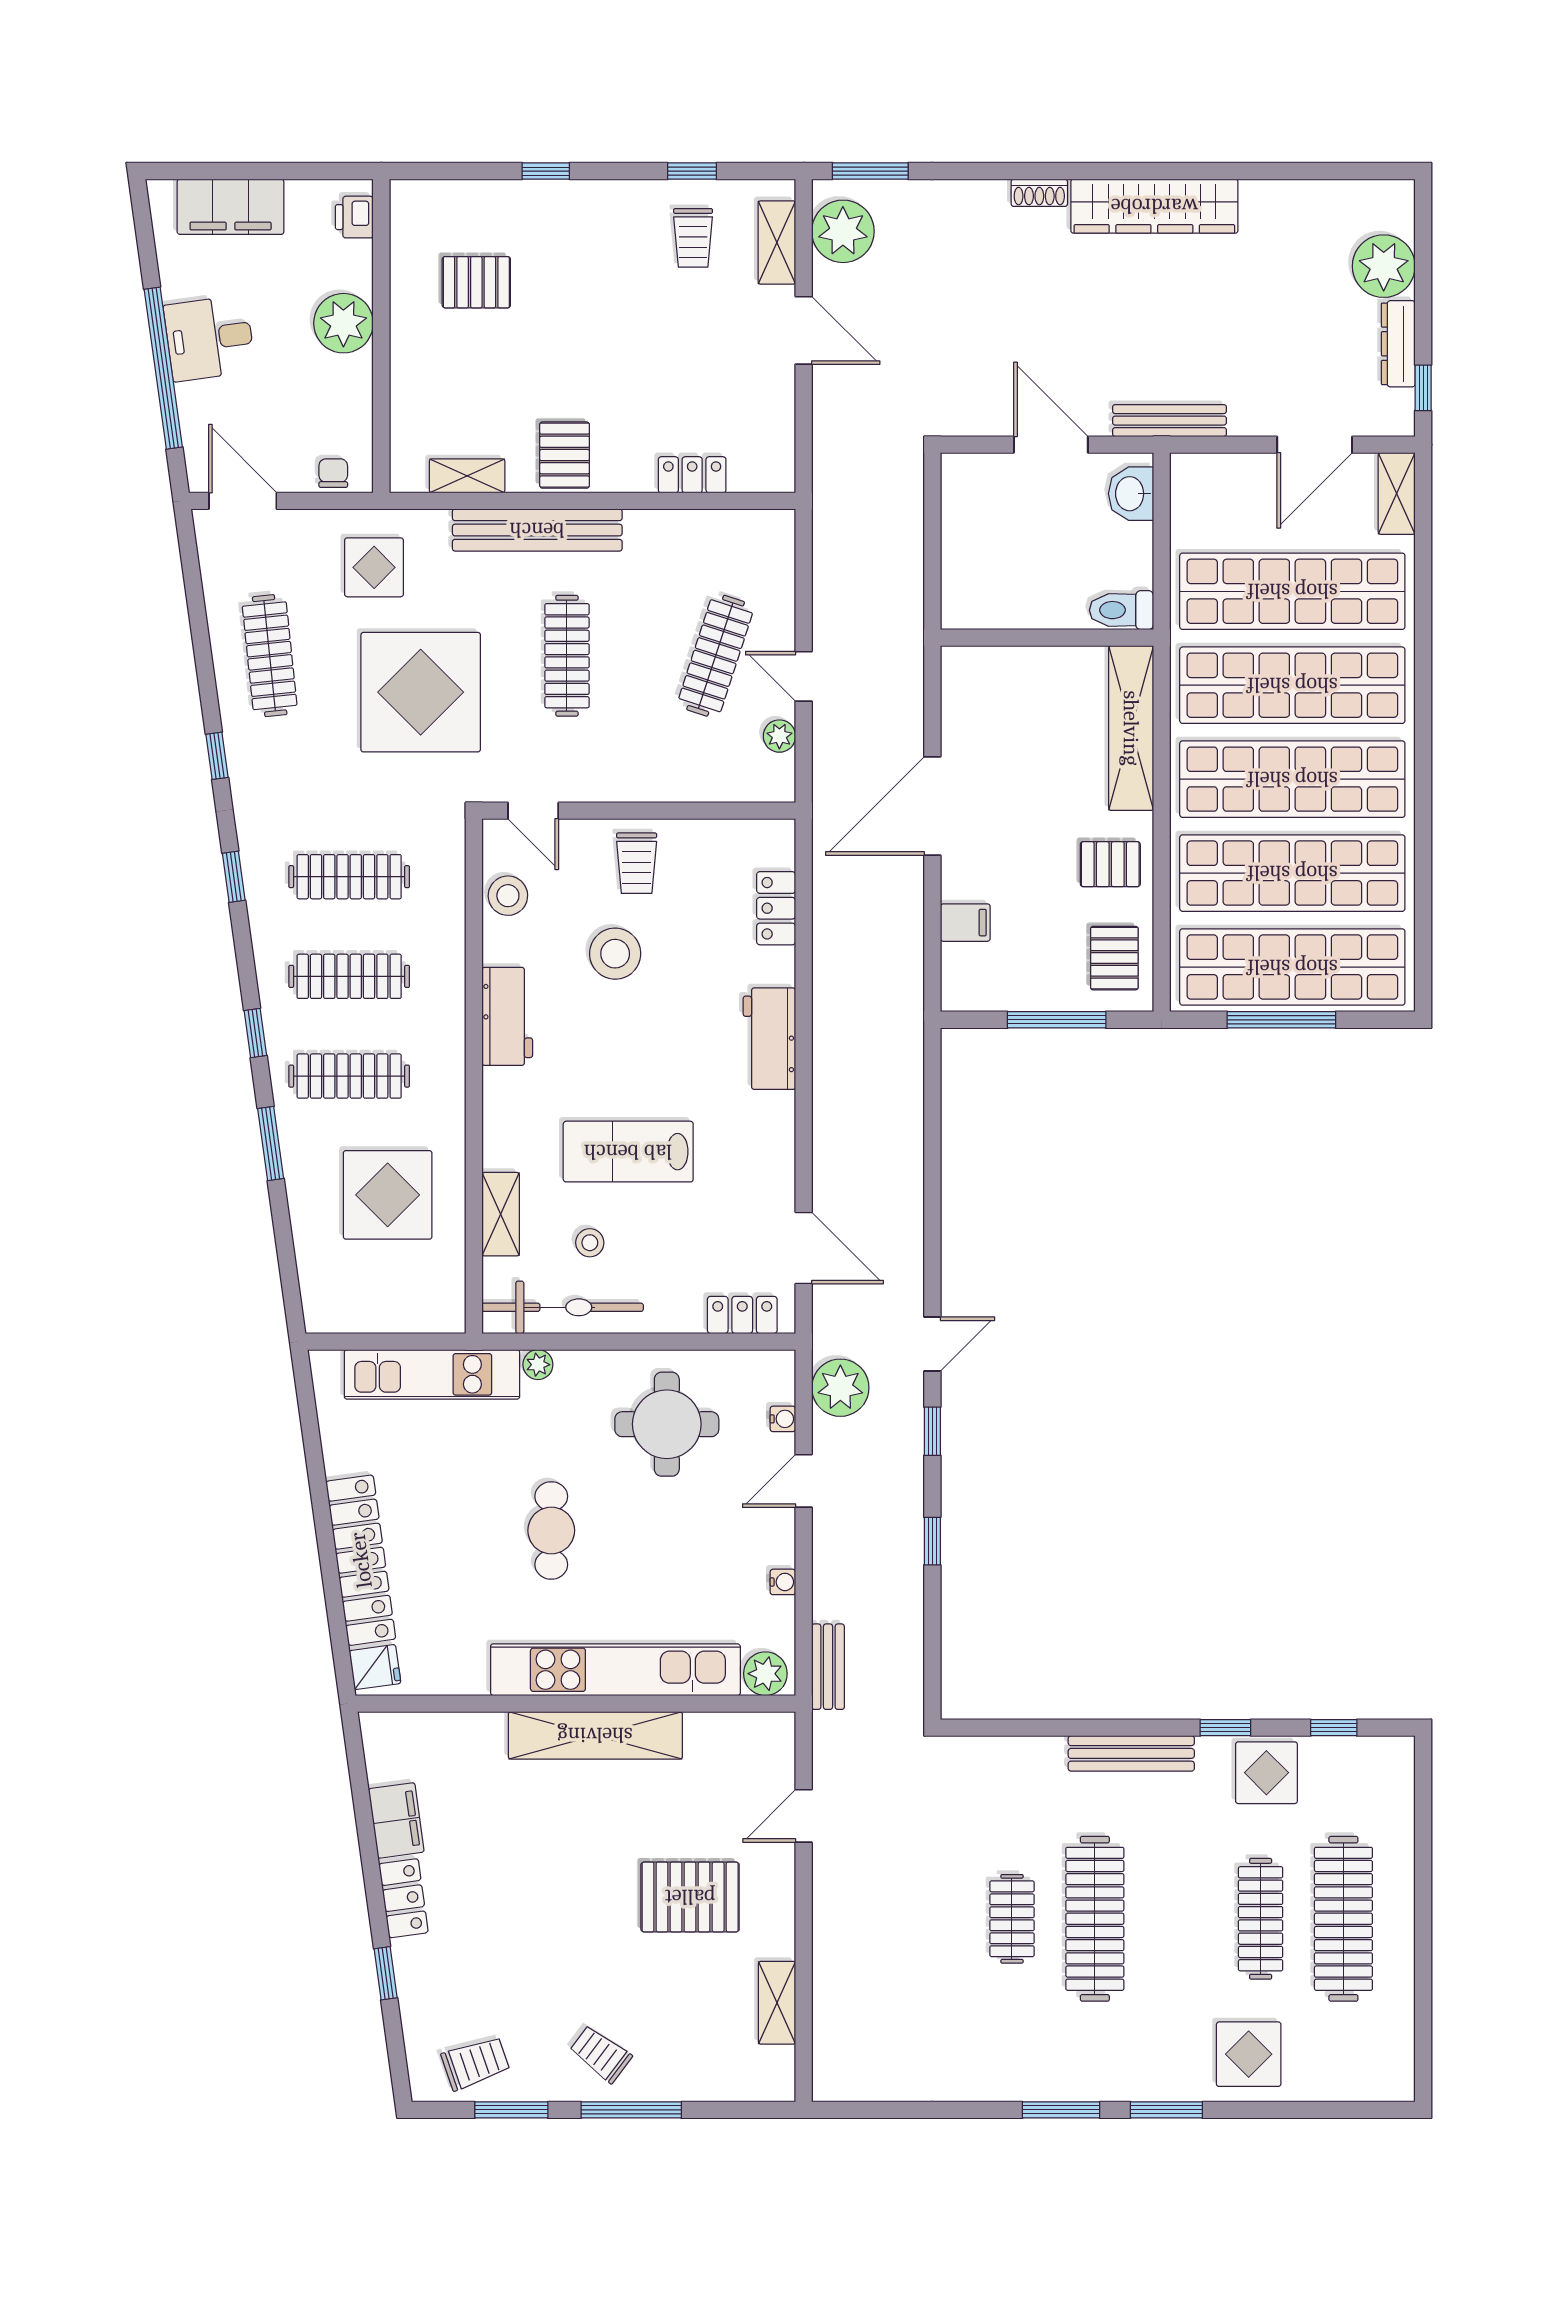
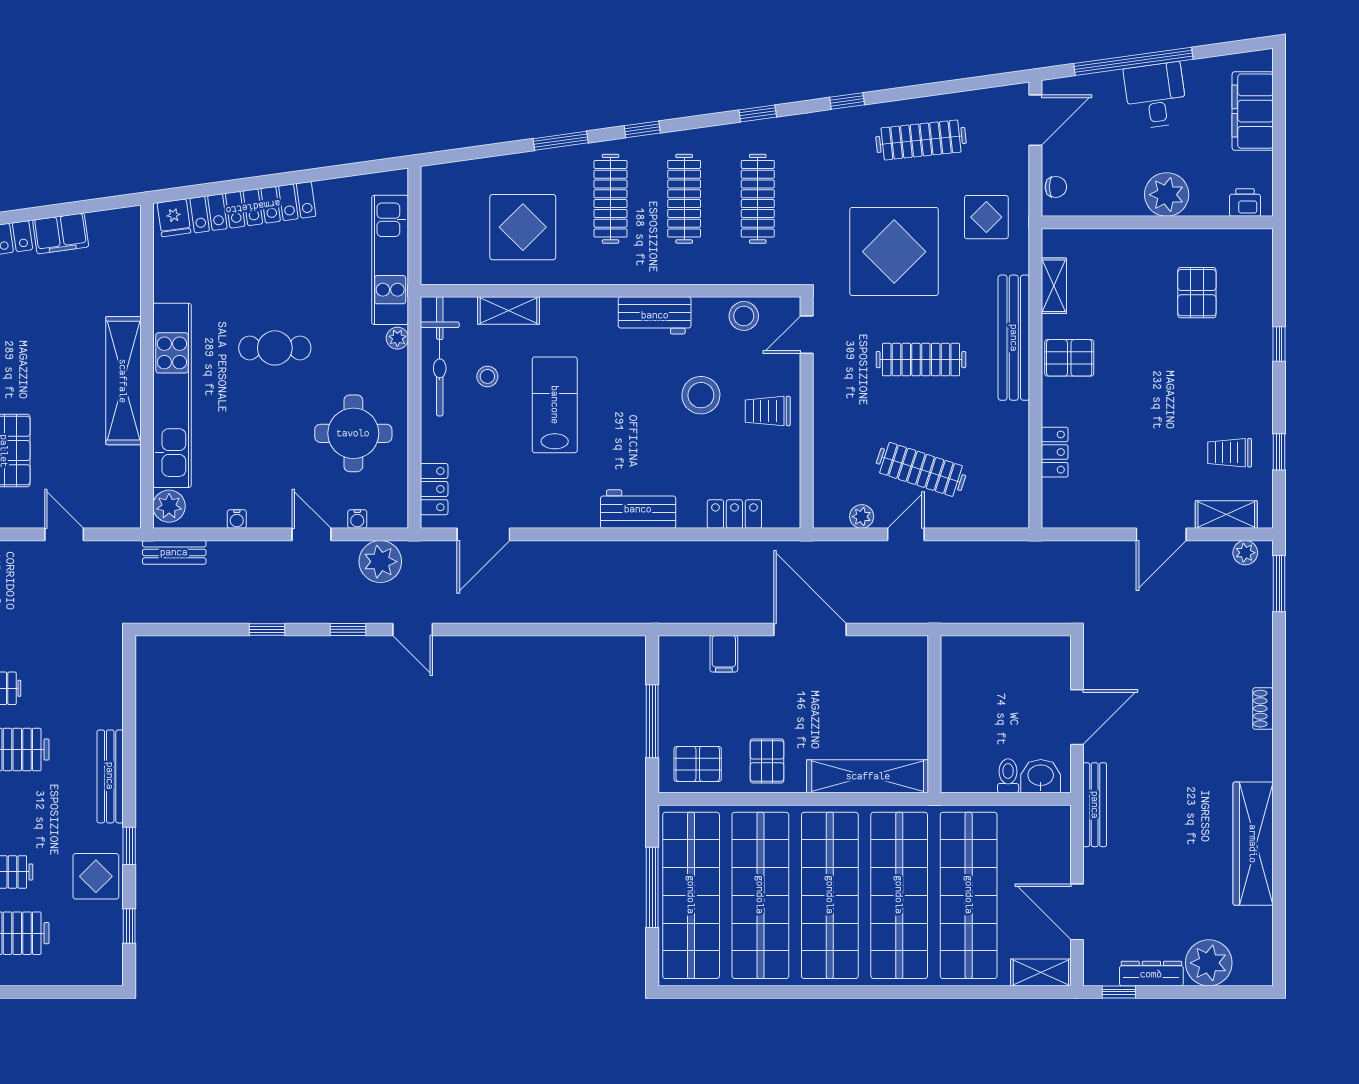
wardrobe: (1154, 206) -> (1253, 844), moved
plant: (843, 231) -> (1245, 553), width x0.53, depth x0.53
toilet: (1121, 610) -> (1008, 776), moved, width x0.73, depth x0.72

